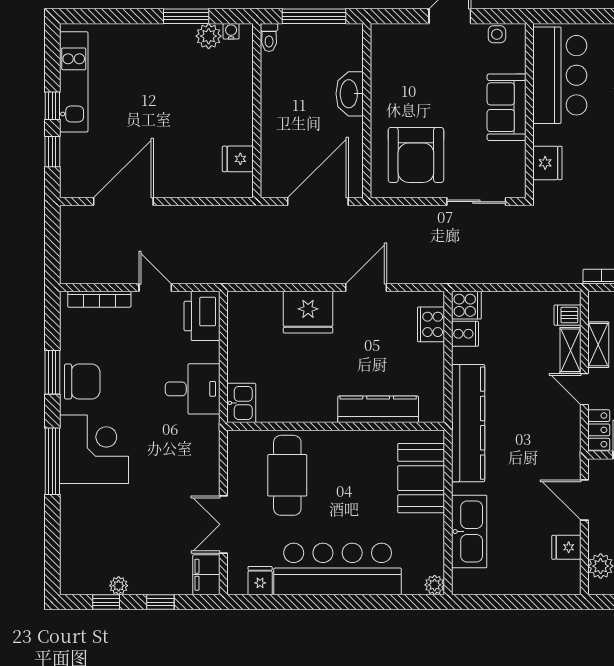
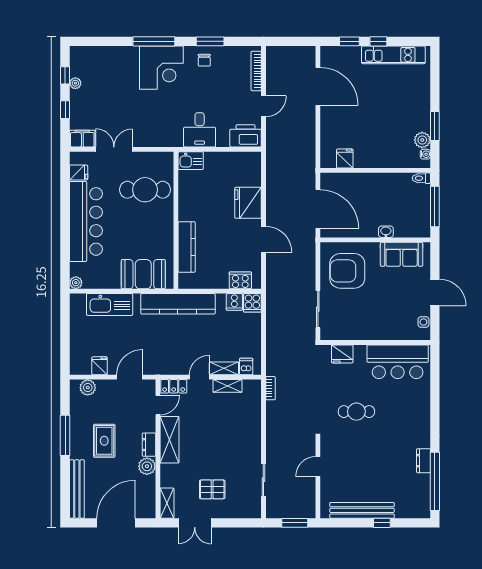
washbasin: (350, 94) -> (386, 232), width x0.52, depth x0.69
sofa: (507, 107) -> (402, 254), moved, turned 180
chair: (82, 381) -> (204, 60), width x0.54, depth x0.54

